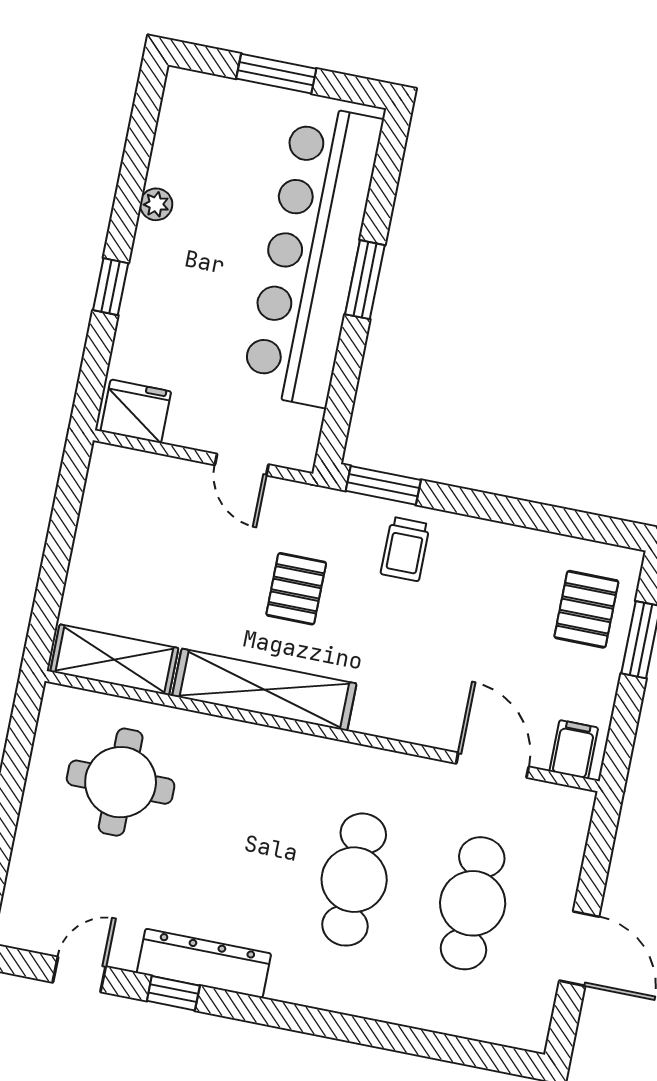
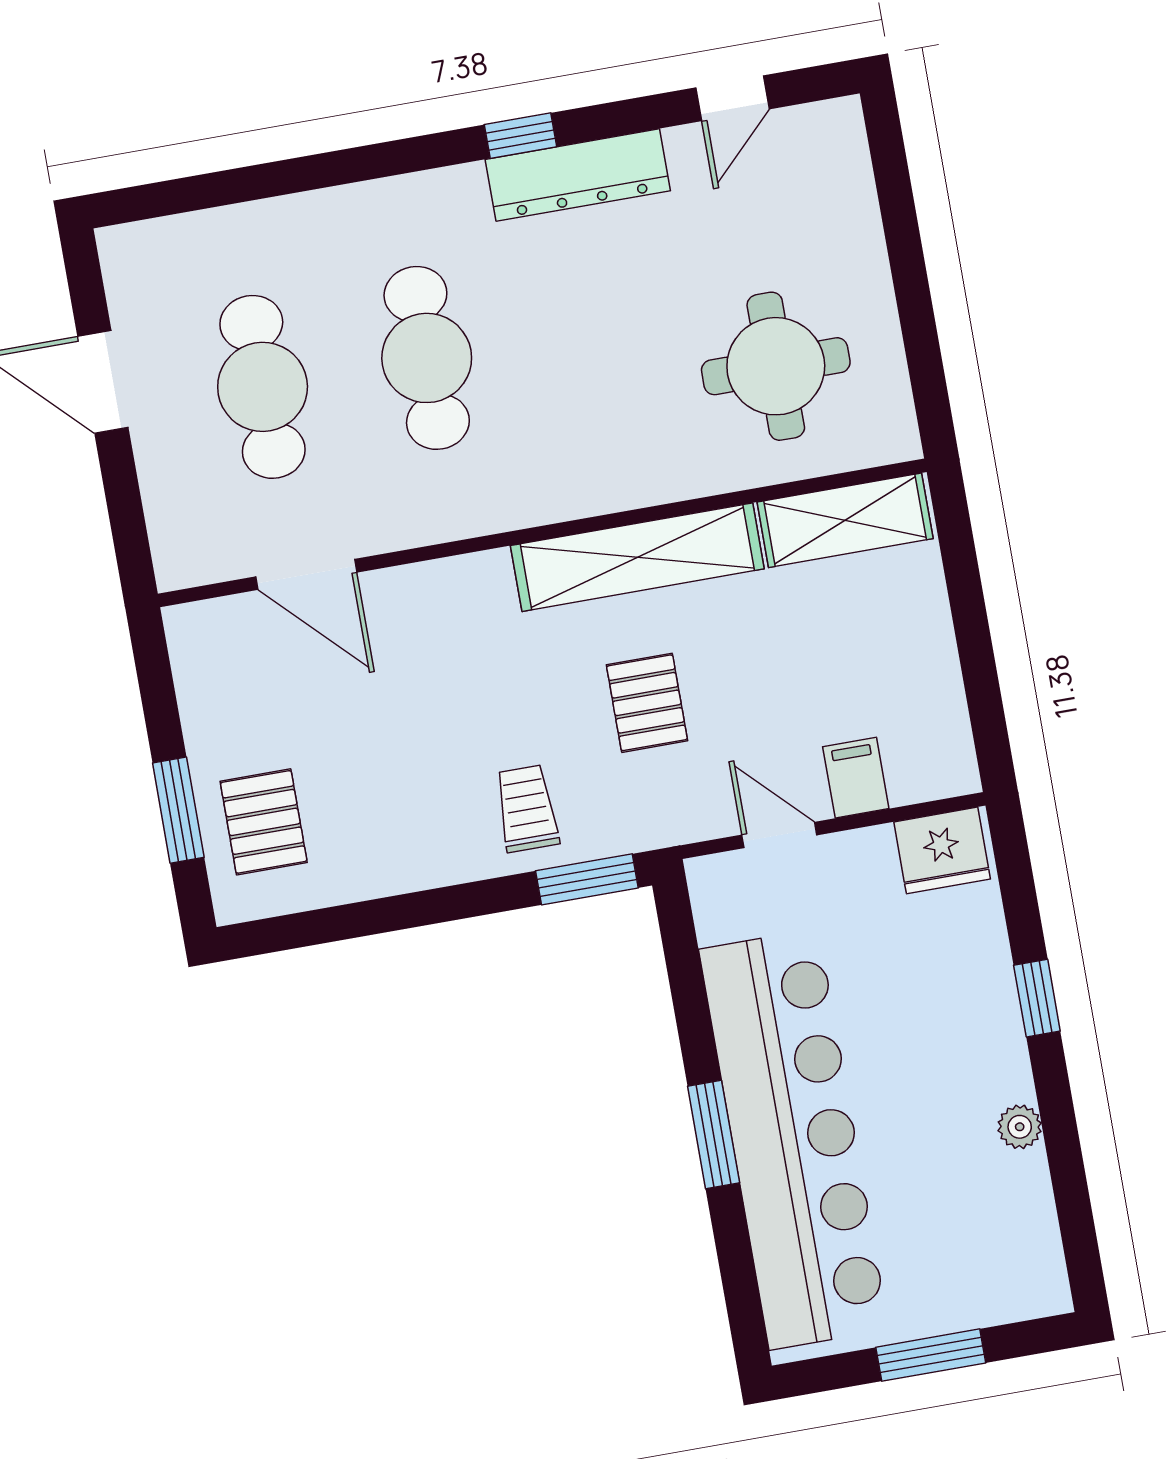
filing cabinet: (574, 749) -> (856, 778), moved, turned 180
window: (173, 993) -> (521, 136), moved

